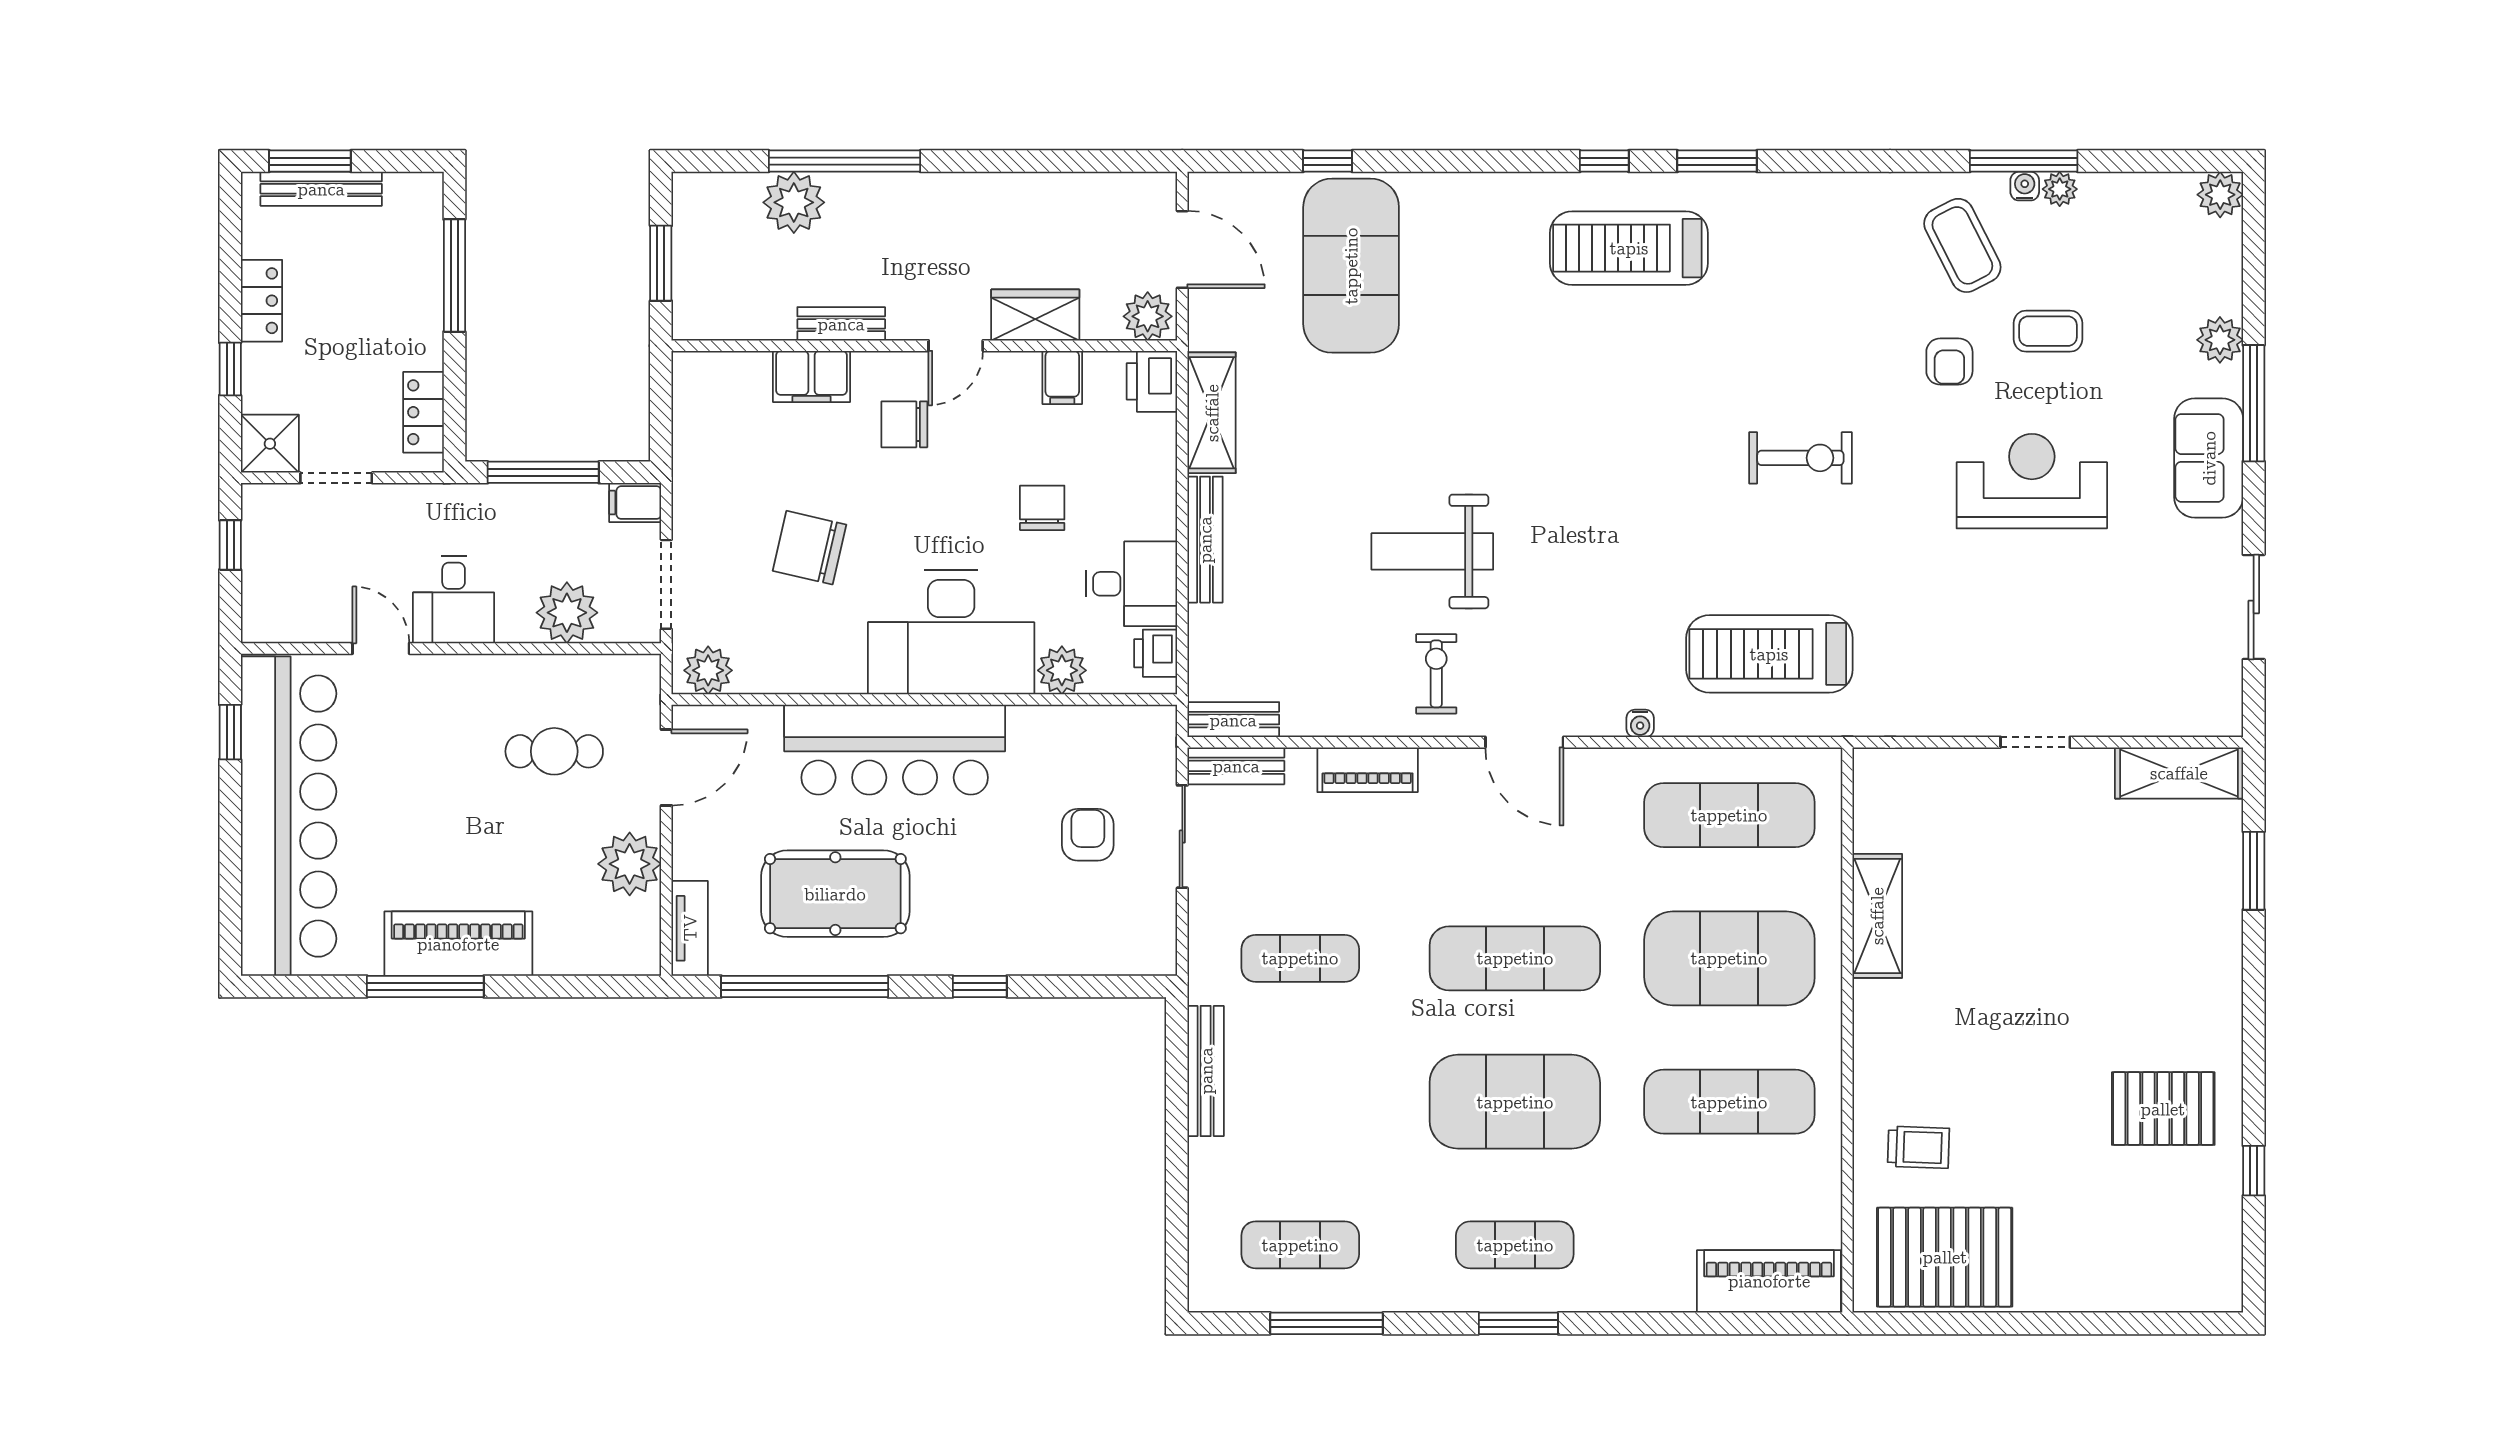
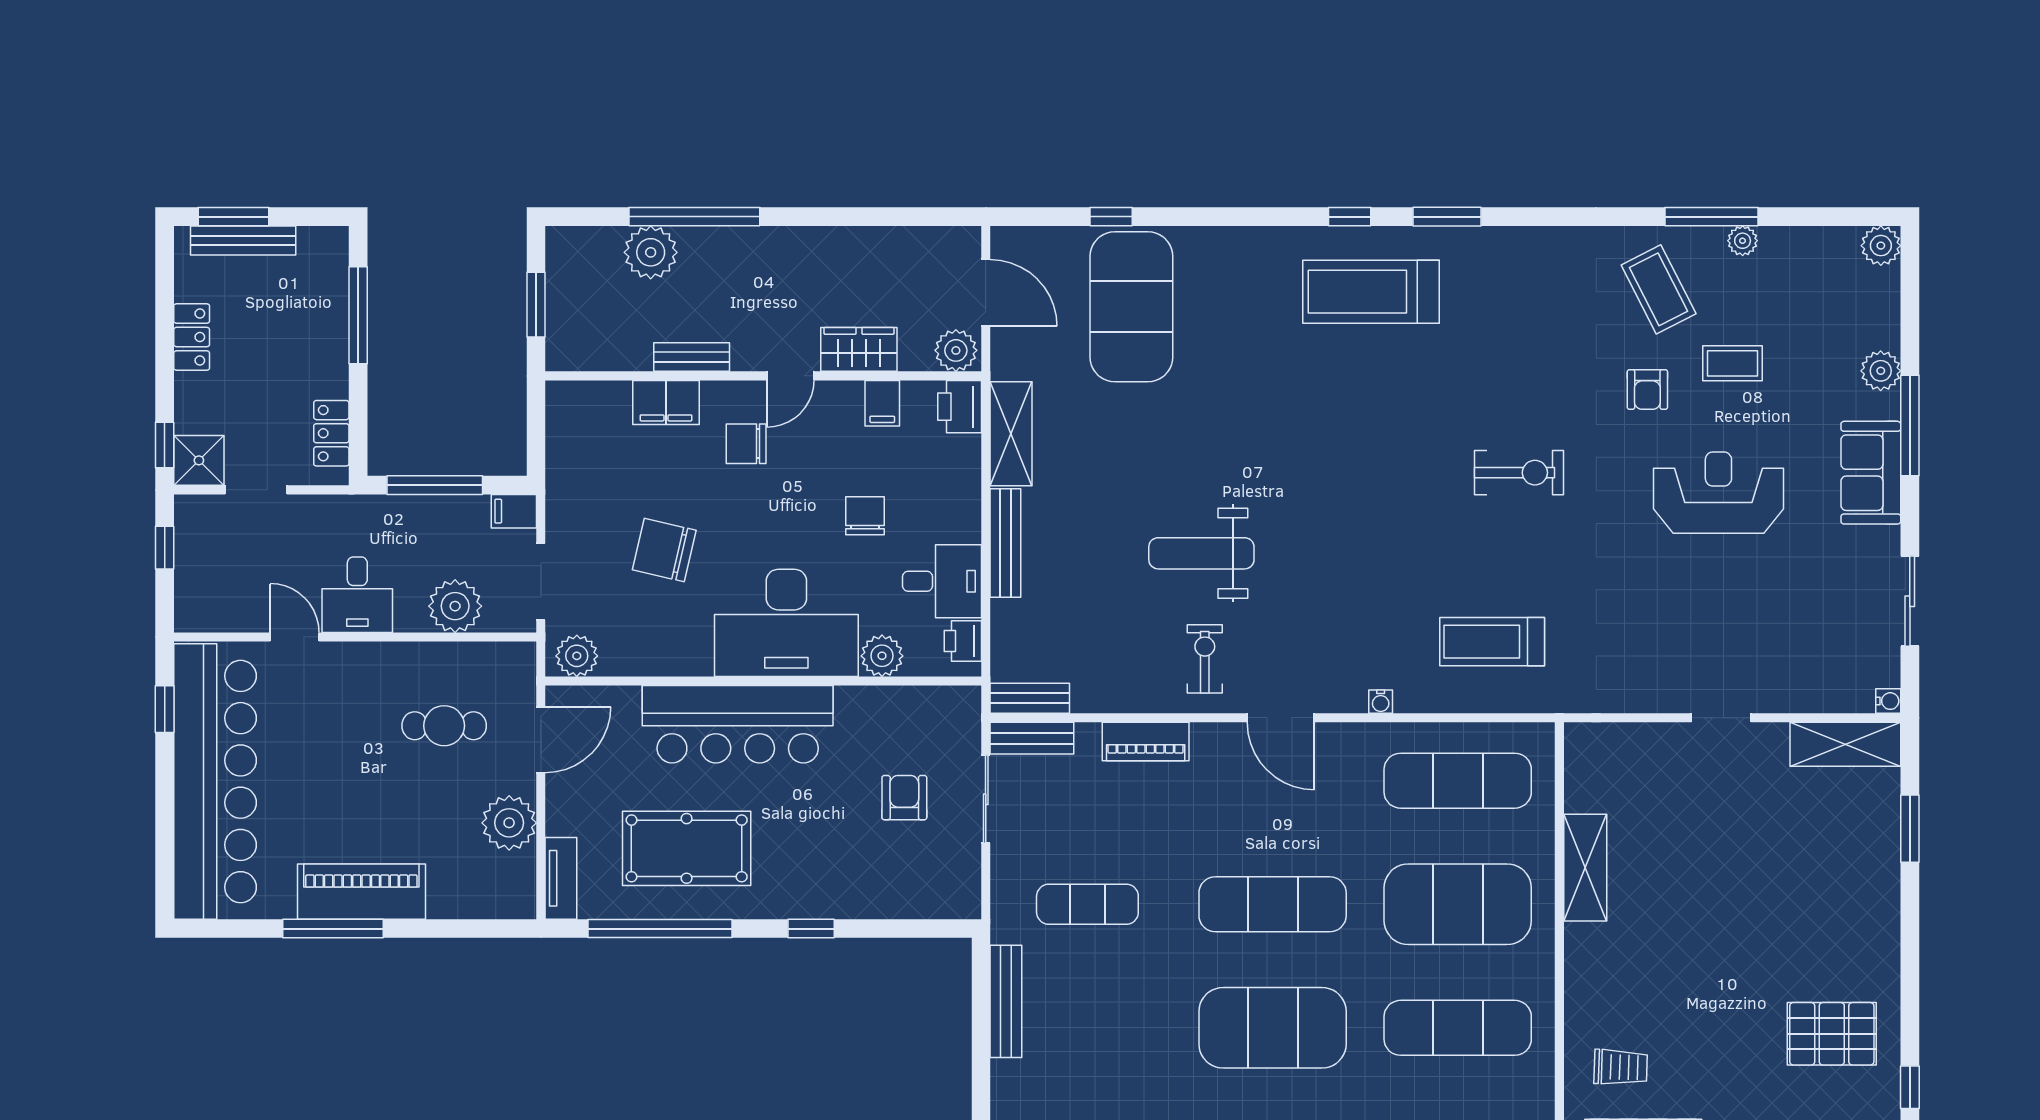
water cooler: (2025, 186) -> (1888, 701), moved, turned 90
window: (230, 369) -> (165, 445), moved
treadmill: (1769, 654) -> (1492, 642), width x0.73, depth x0.73

